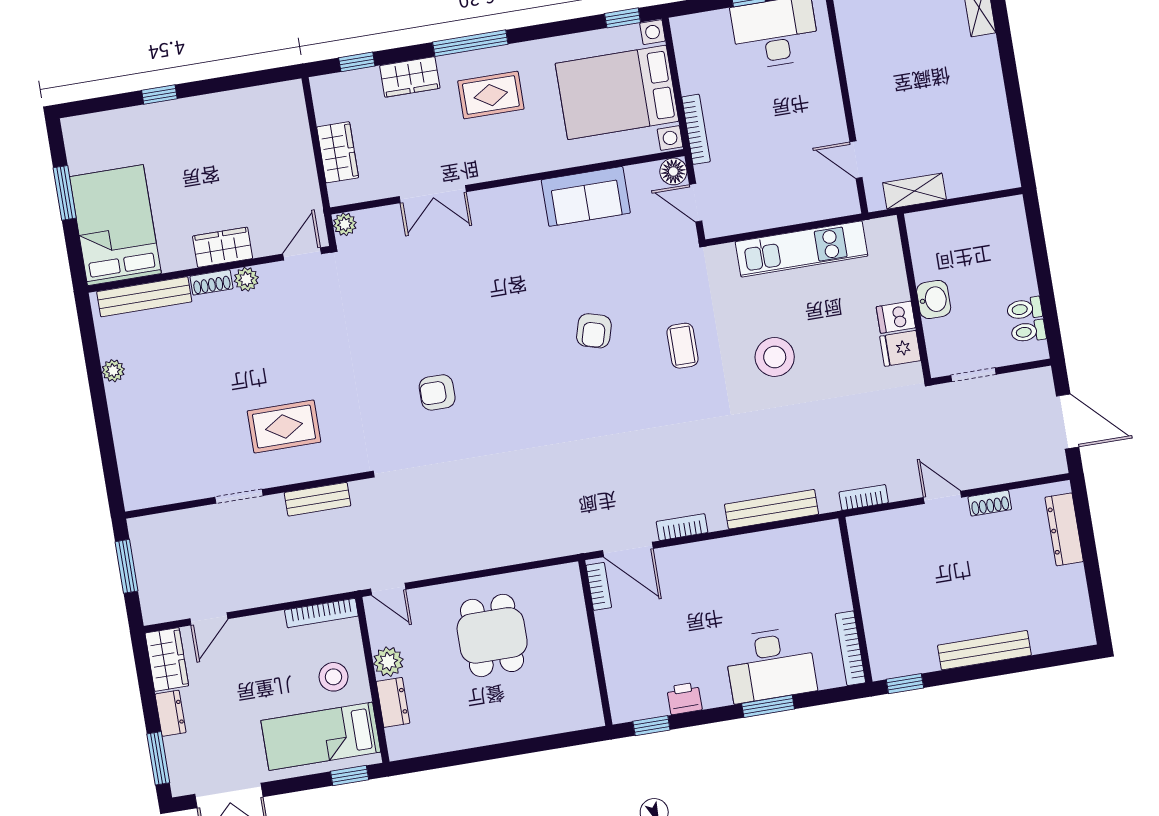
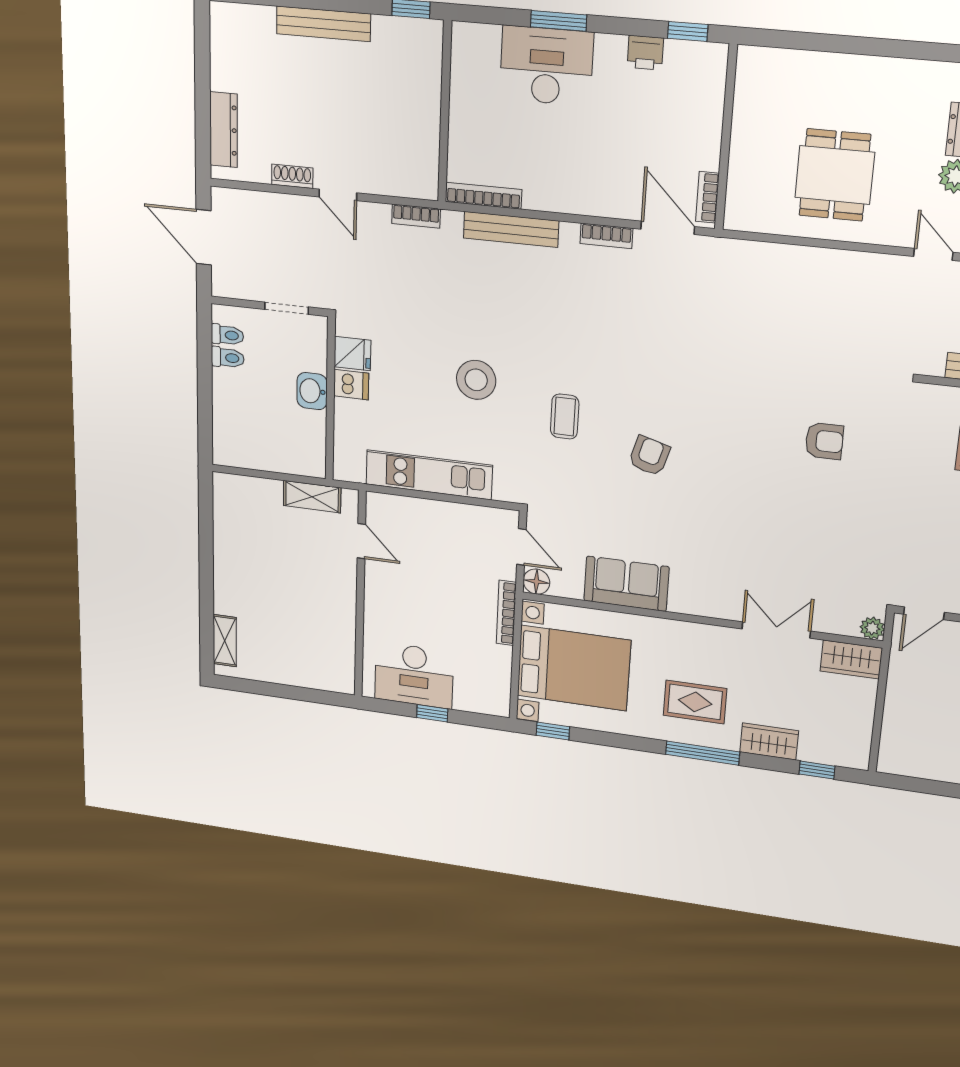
wardrobe: (338, 152) -> (851, 660), moved, turned -90
bookcase: (850, 648) -> (483, 196), moved, turned -90

